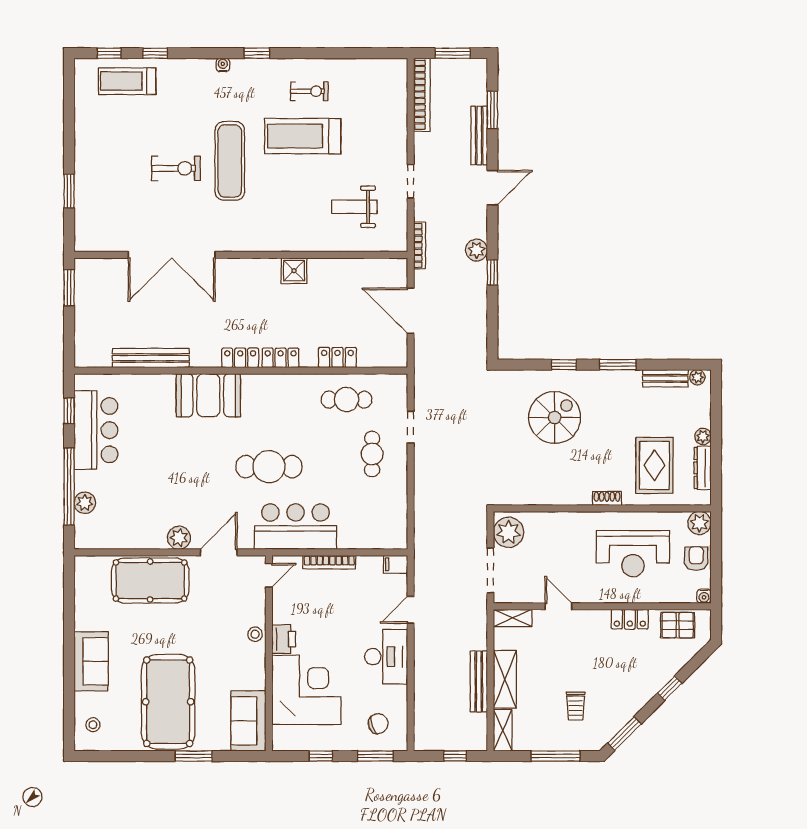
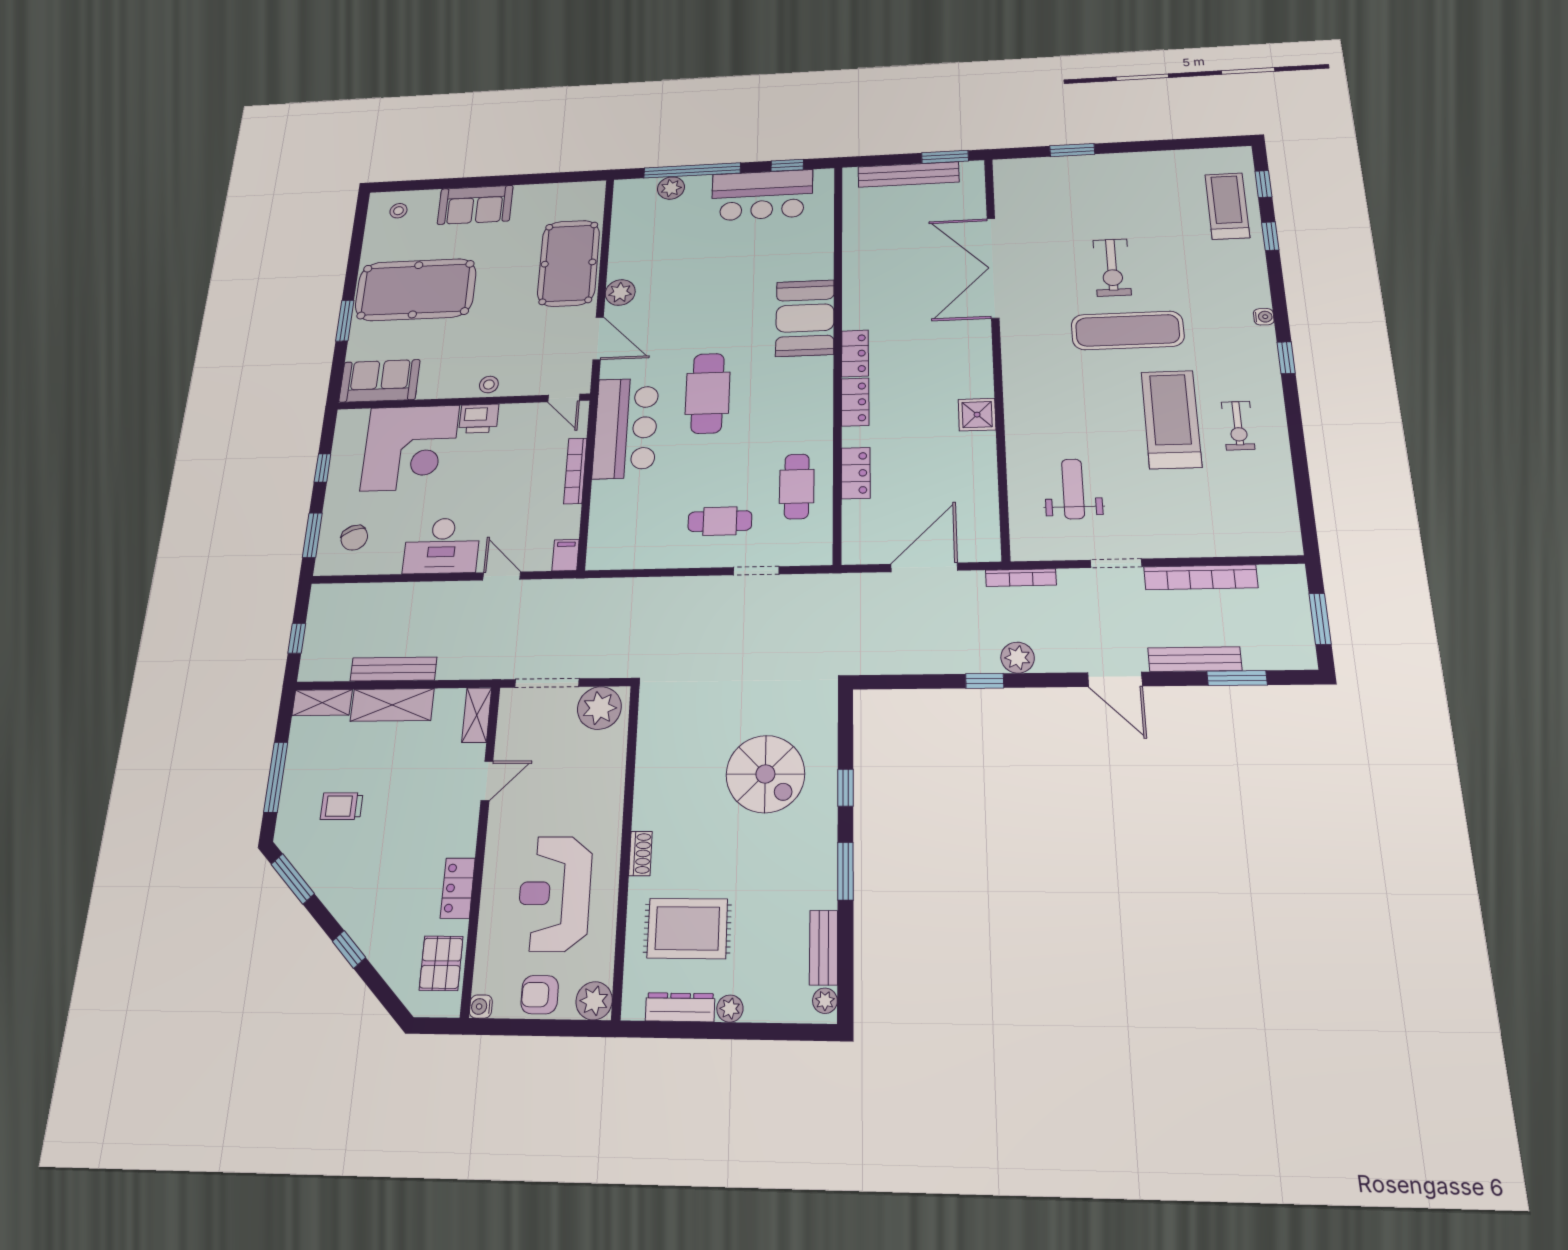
bookcase: (422, 95) -> (1201, 577), moved
bench: (151, 358) -> (908, 174), moved, turned 90
armchair: (696, 559) -> (540, 995), turned 180

